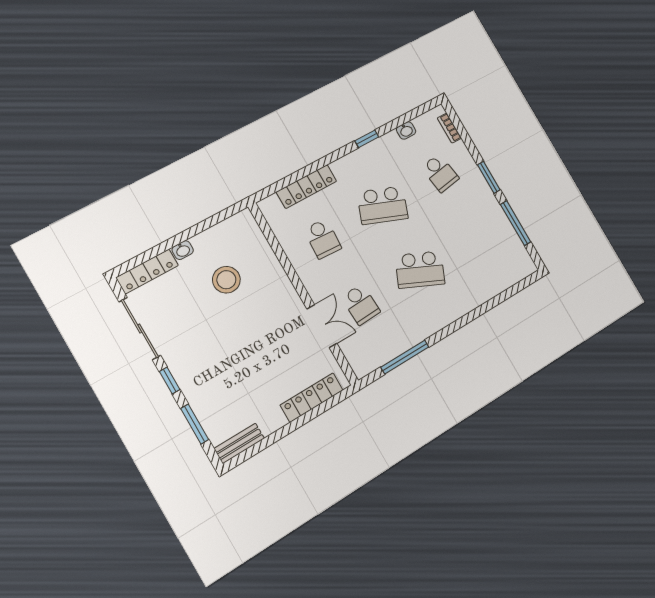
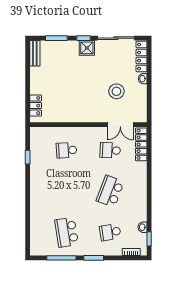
window: (367, 139) -> (149, 239), moved
locker: (307, 186) -> (141, 144), moved
school desk: (420, 270) -> (67, 232), moved, turned -33
double door: (322, 326) -> (120, 125), moved
window: (405, 357) -> (28, 157), width x0.46
shower: (183, 366) -> (87, 48), added
locker: (312, 397) -> (36, 106), width x0.66

